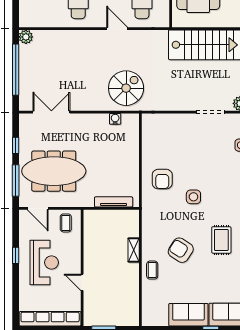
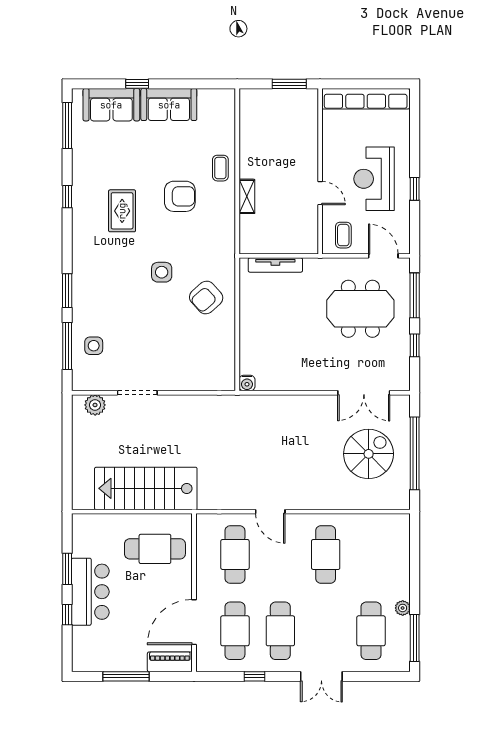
plant: (26, 37) -> (400, 500), removed
spiral stairs: (126, 88) -> (369, 454), moved, turned 180
water cooler: (115, 119) -> (247, 383), moved
meeting table: (54, 171) -> (360, 309), width x0.73
armchair: (162, 179) -> (206, 297), turned -132
armchair: (181, 250) -> (180, 196), turned -33
door: (82, 282) -> (320, 193), moved

